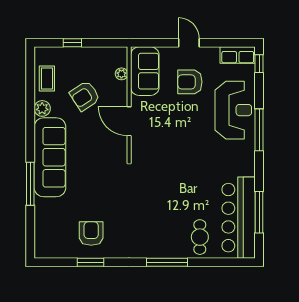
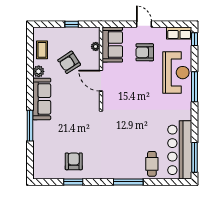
window: (72, 43) -> (72, 24), moved
sofa: (50, 157) -> (42, 99), width x0.74, depth x0.79
window: (259, 212) -> (194, 157), moved

